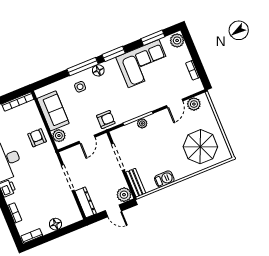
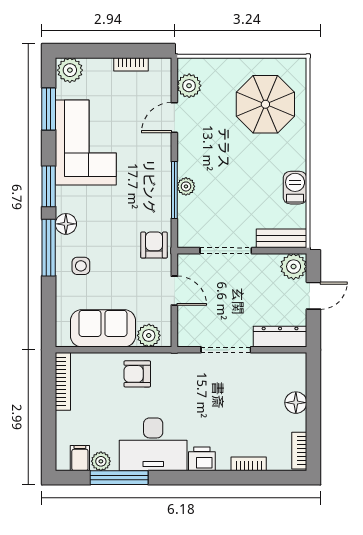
door: (175, 103) -> (174, 118), swing flipped

